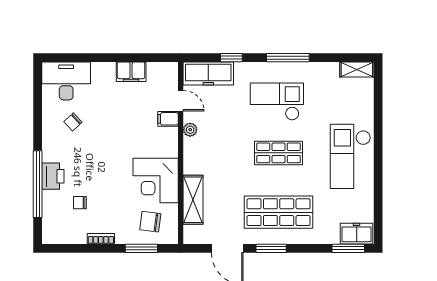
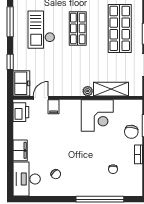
filing cabinet: (131, 72) -> (20, 150), moved
freezer: (208, 73) -> (21, 83), width x0.71
plant: (190, 130) -> (88, 91), moved
printer: (53, 176) -> (21, 112), moved, turned 90
chair: (150, 222) -> (131, 132), moved

